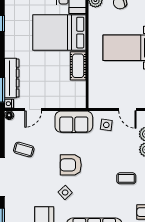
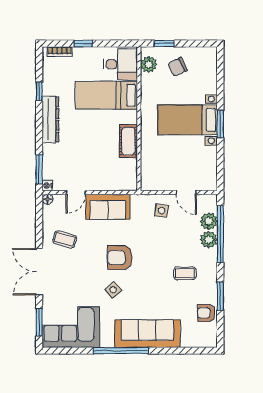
bed: (59, 33) -> (106, 95), width x0.67
dresser: (12, 78) -> (51, 119), moved
sofa: (74, 122) -> (108, 207), moved

